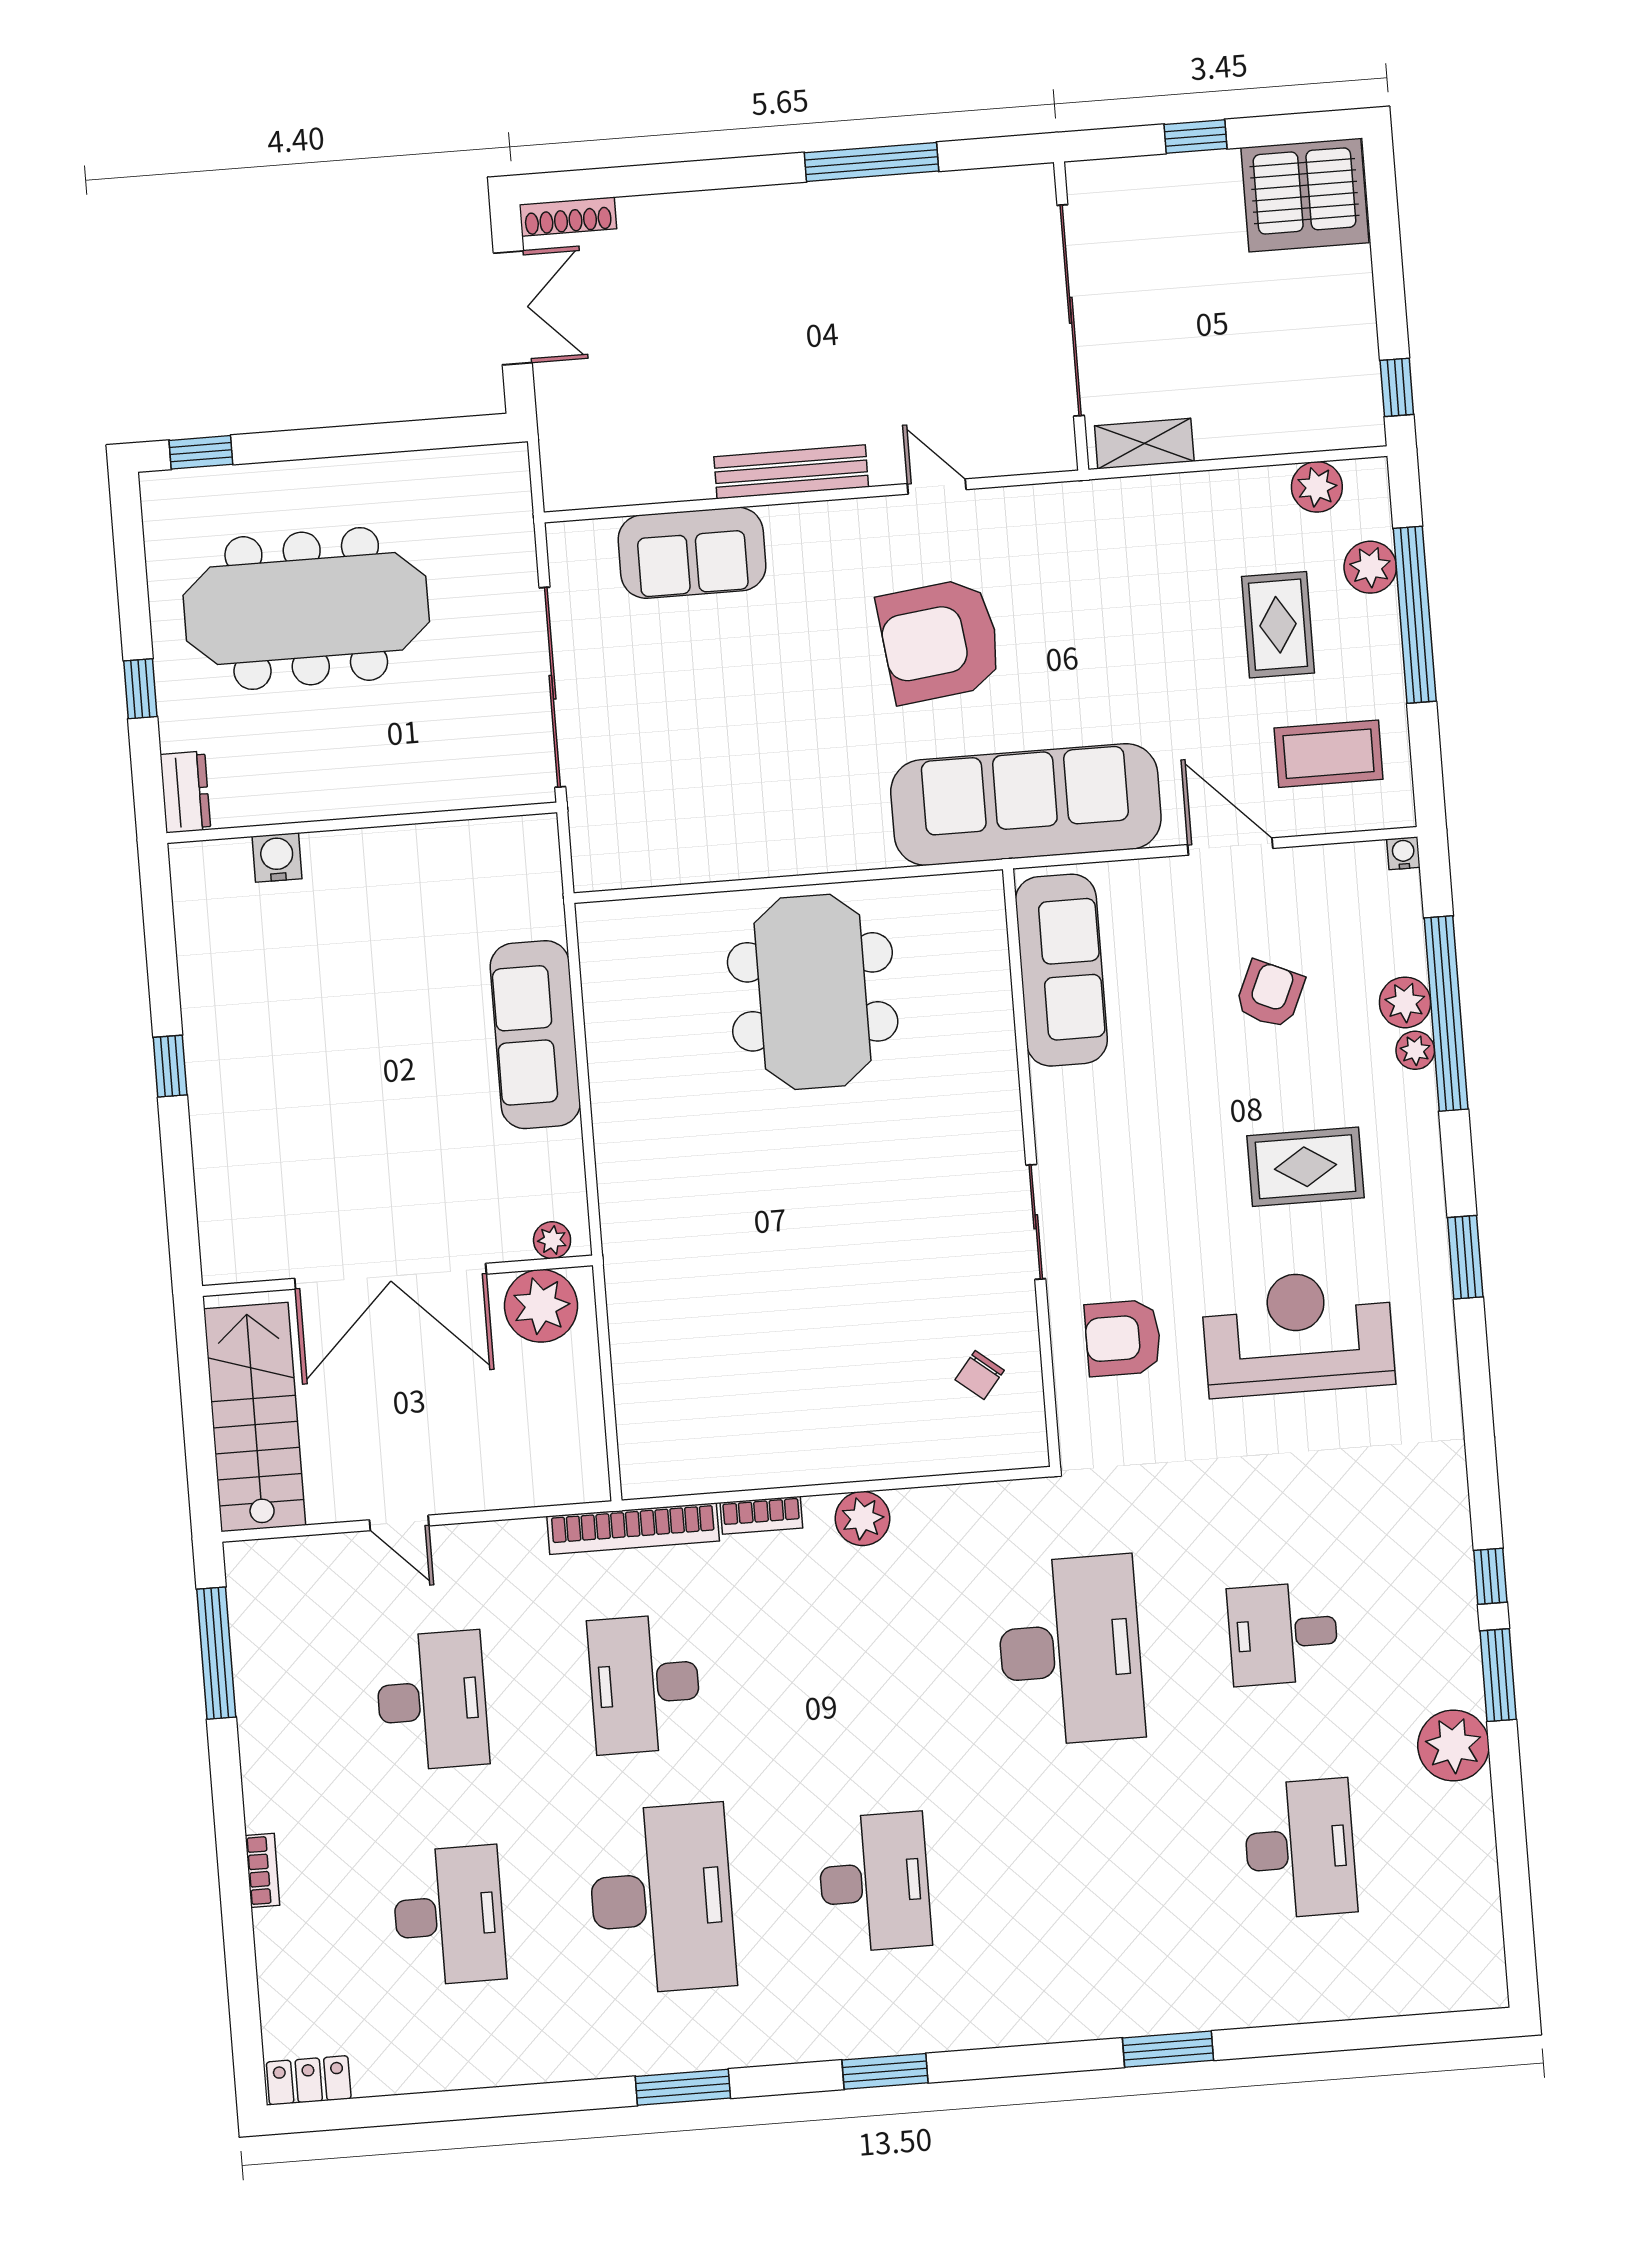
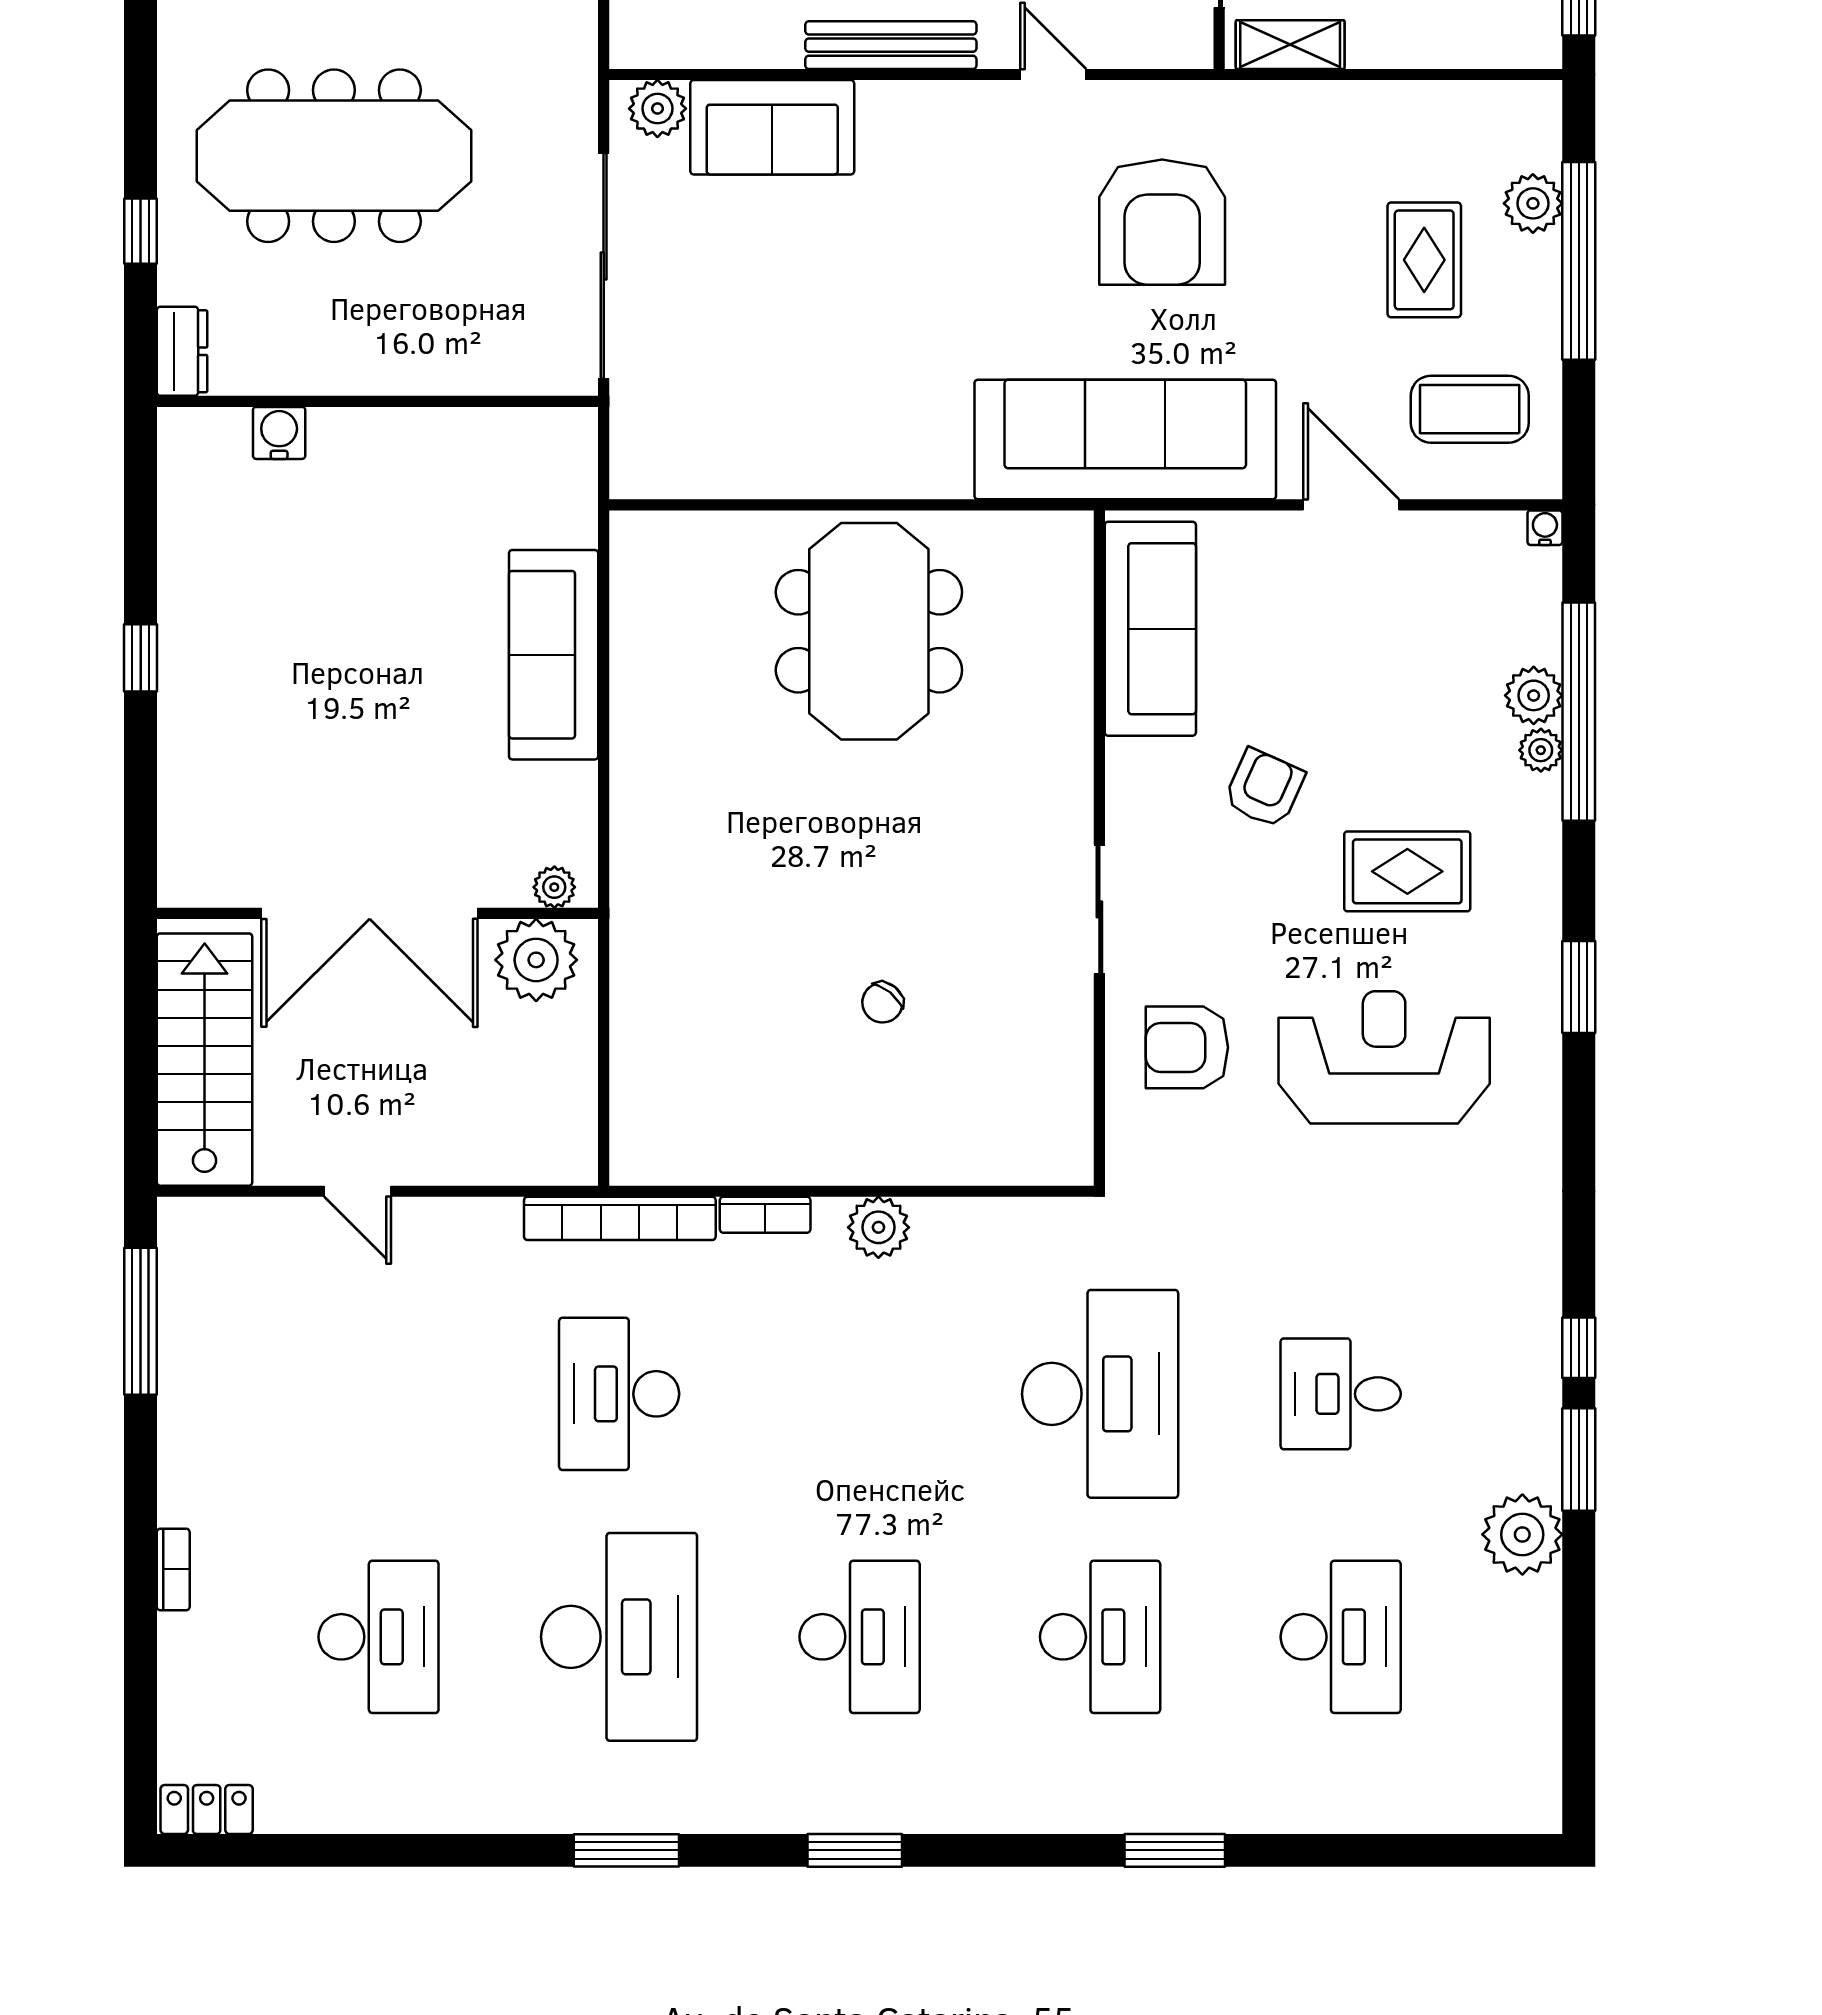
plant: (1317, 487) -> (657, 109), moved
armchair: (940, 641) -> (1162, 222), moved, turned -83
armchair: (1270, 994) -> (1264, 788), moved
chair: (980, 1375) -> (882, 1003), moved
desk: (432, 1701) -> (1100, 1637), moved

